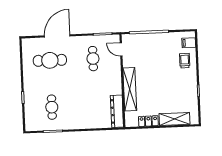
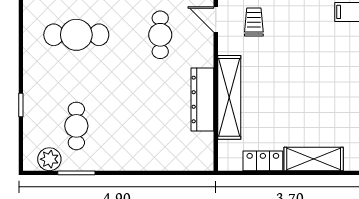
trolley: (185, 61) -> (254, 22), moved
dresser: (117, 111) -> (202, 99), moved
plant: (39, 125) -> (49, 159), added

